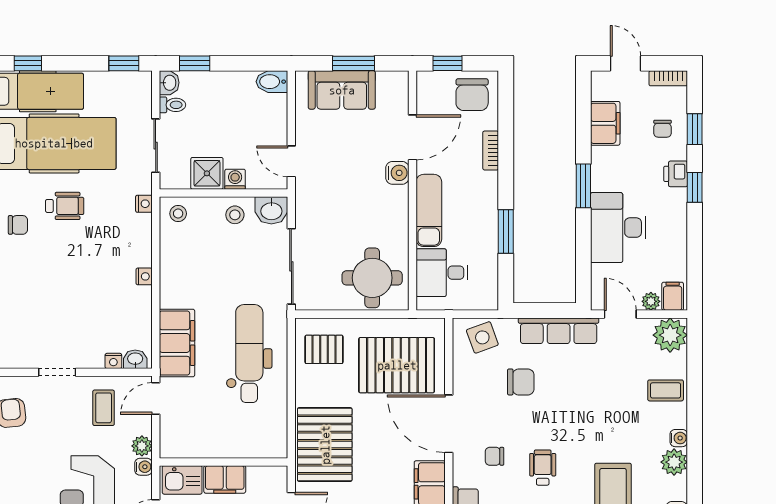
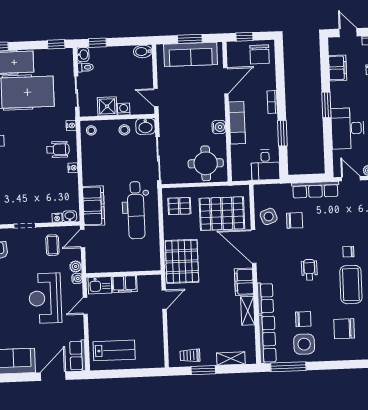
sofa: (342, 90) -> (191, 54), width x1.36
bookcase: (491, 150) -> (272, 102), moved
water cooler: (397, 173) -> (219, 127), moved
wheelchair: (65, 206) -> (58, 149), moved
desk: (442, 273) -> (265, 165), moved, turned -90
side table: (482, 337) -> (269, 216), moved
dental chair: (249, 354) -> (136, 210), turned 180
chair: (494, 456) -> (348, 252), moved

